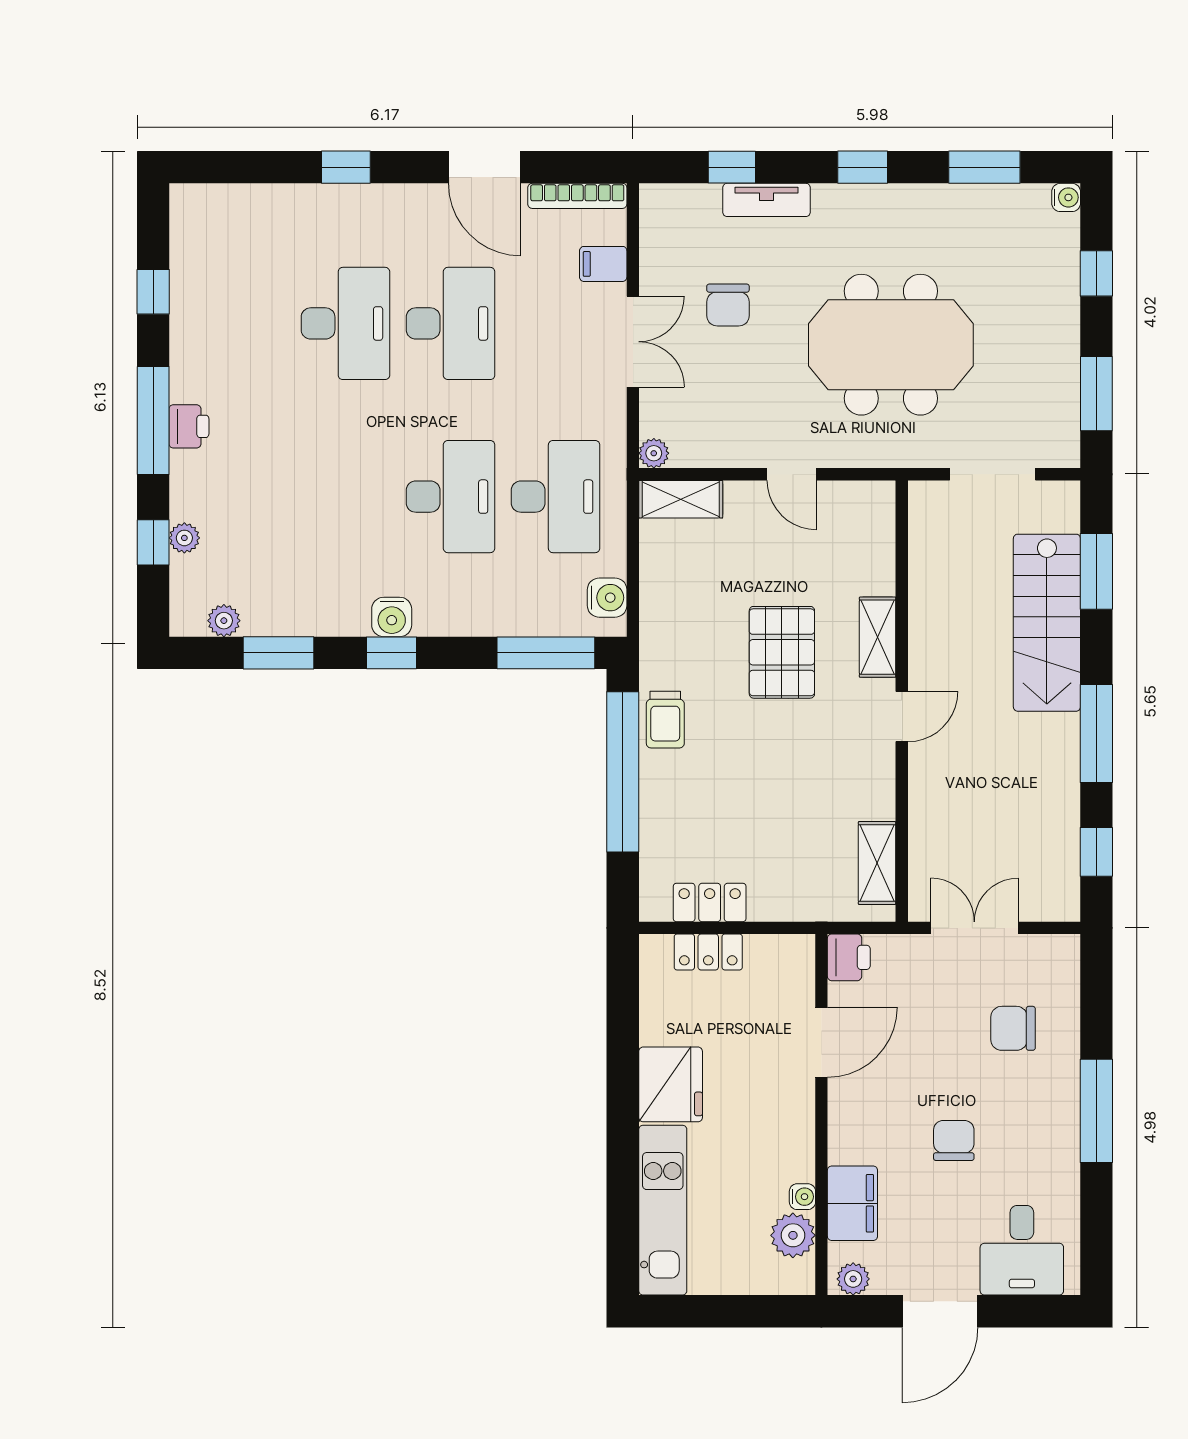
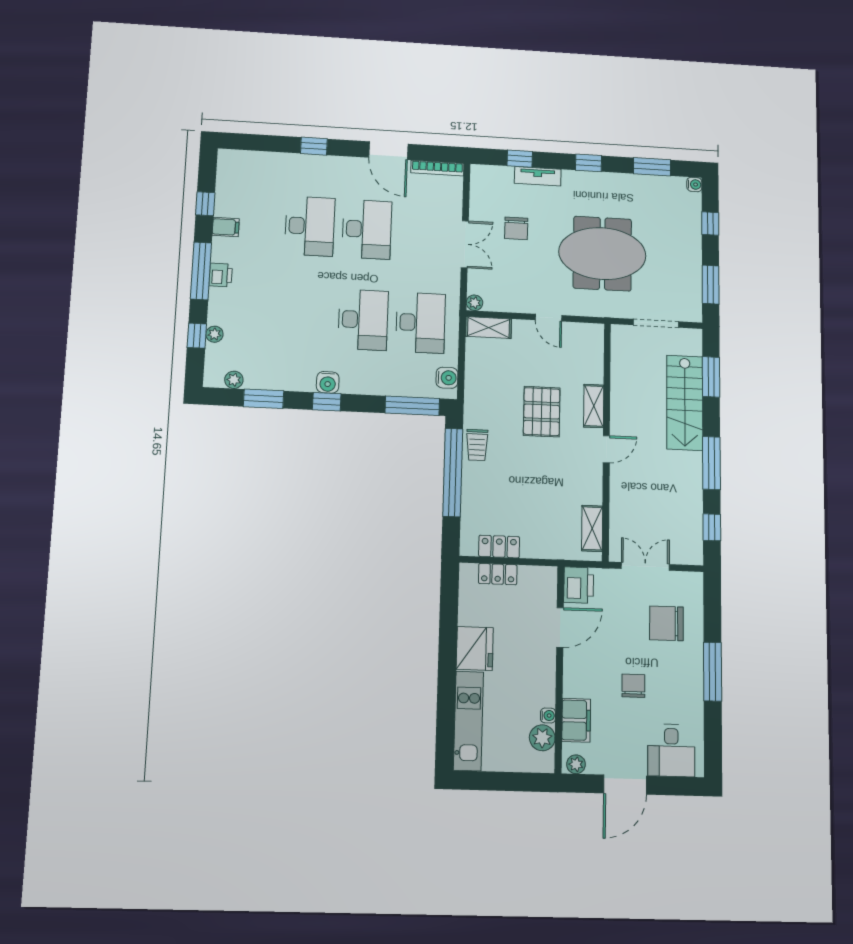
filing cabinet: (603, 264) -> (226, 227), moved, turned 180
printer: (849, 957) -> (579, 585), width x1.36, depth x1.24
chair: (1013, 1028) -> (666, 623), width x1.37, depth x1.37

